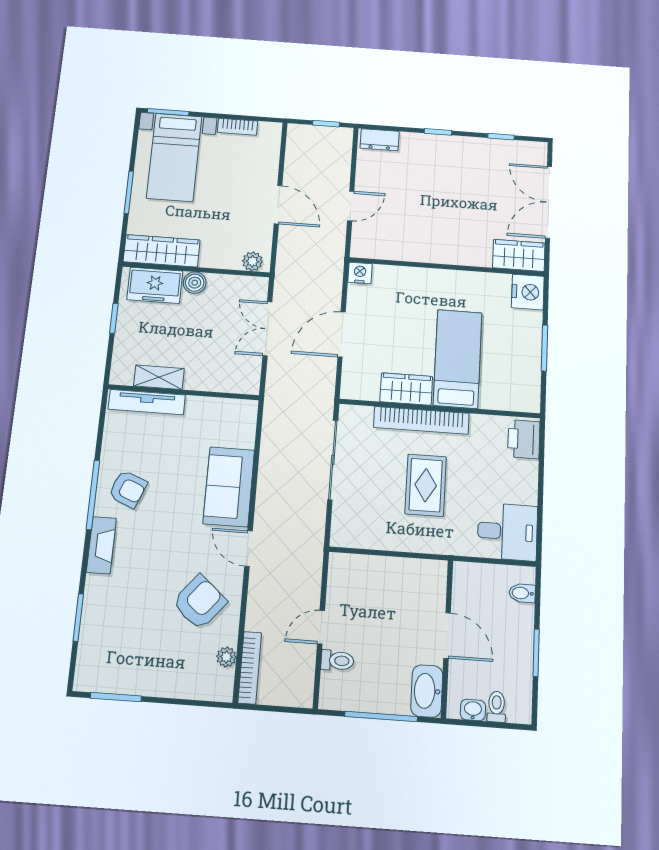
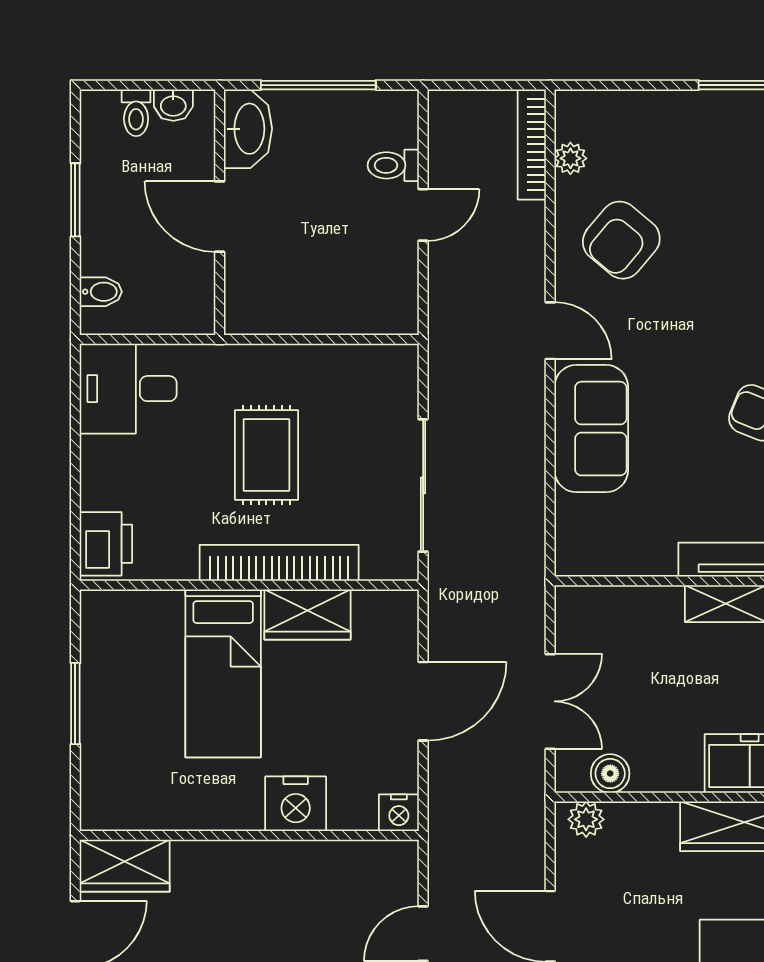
boiler: (195, 283) -> (610, 774), moved
nightstand: (528, 292) -> (296, 804), moved, turned -90

